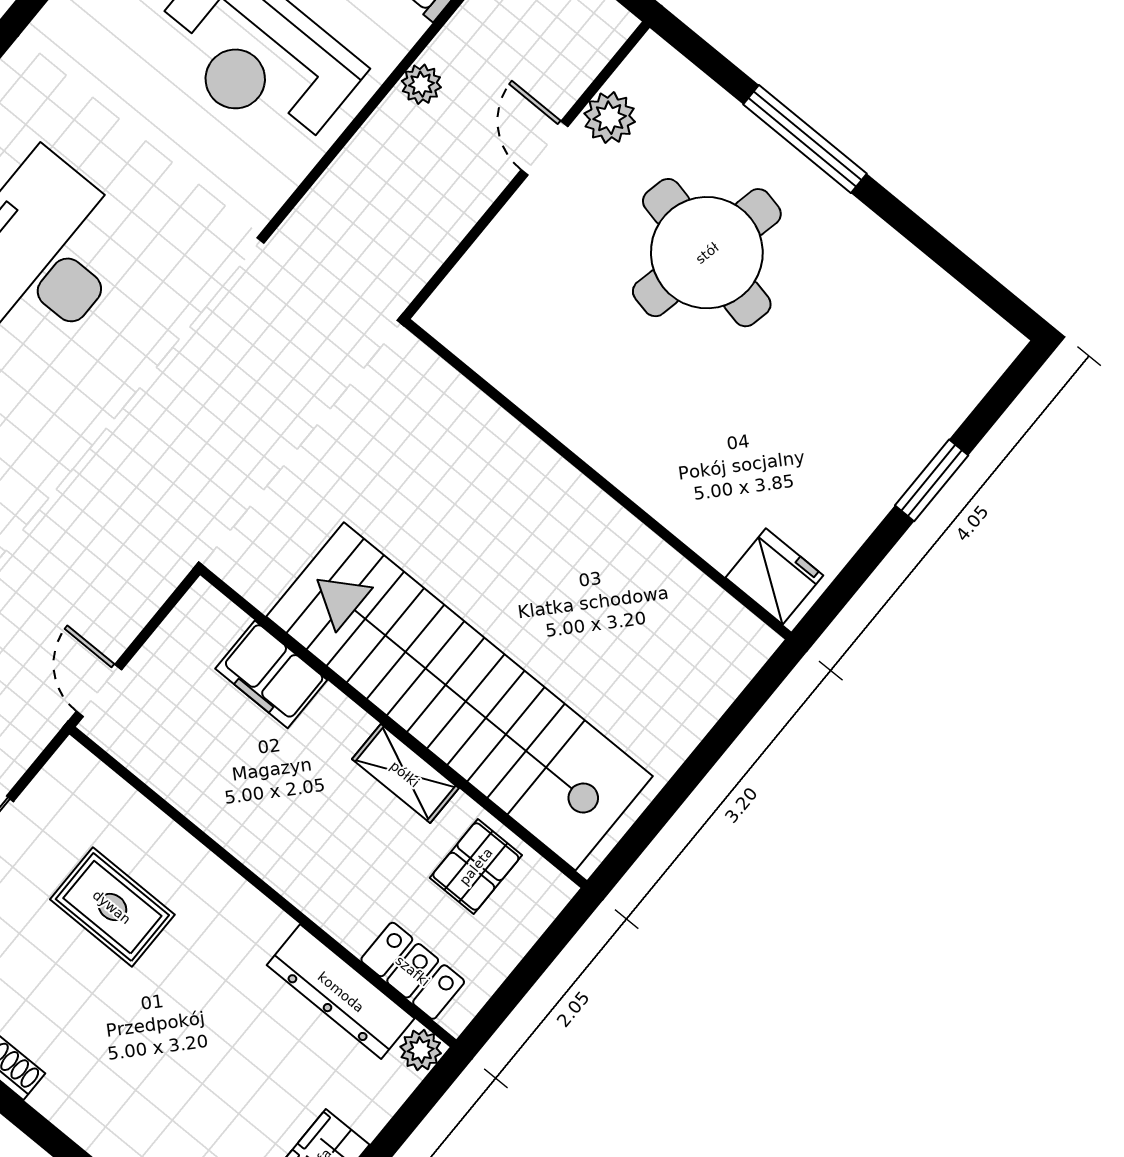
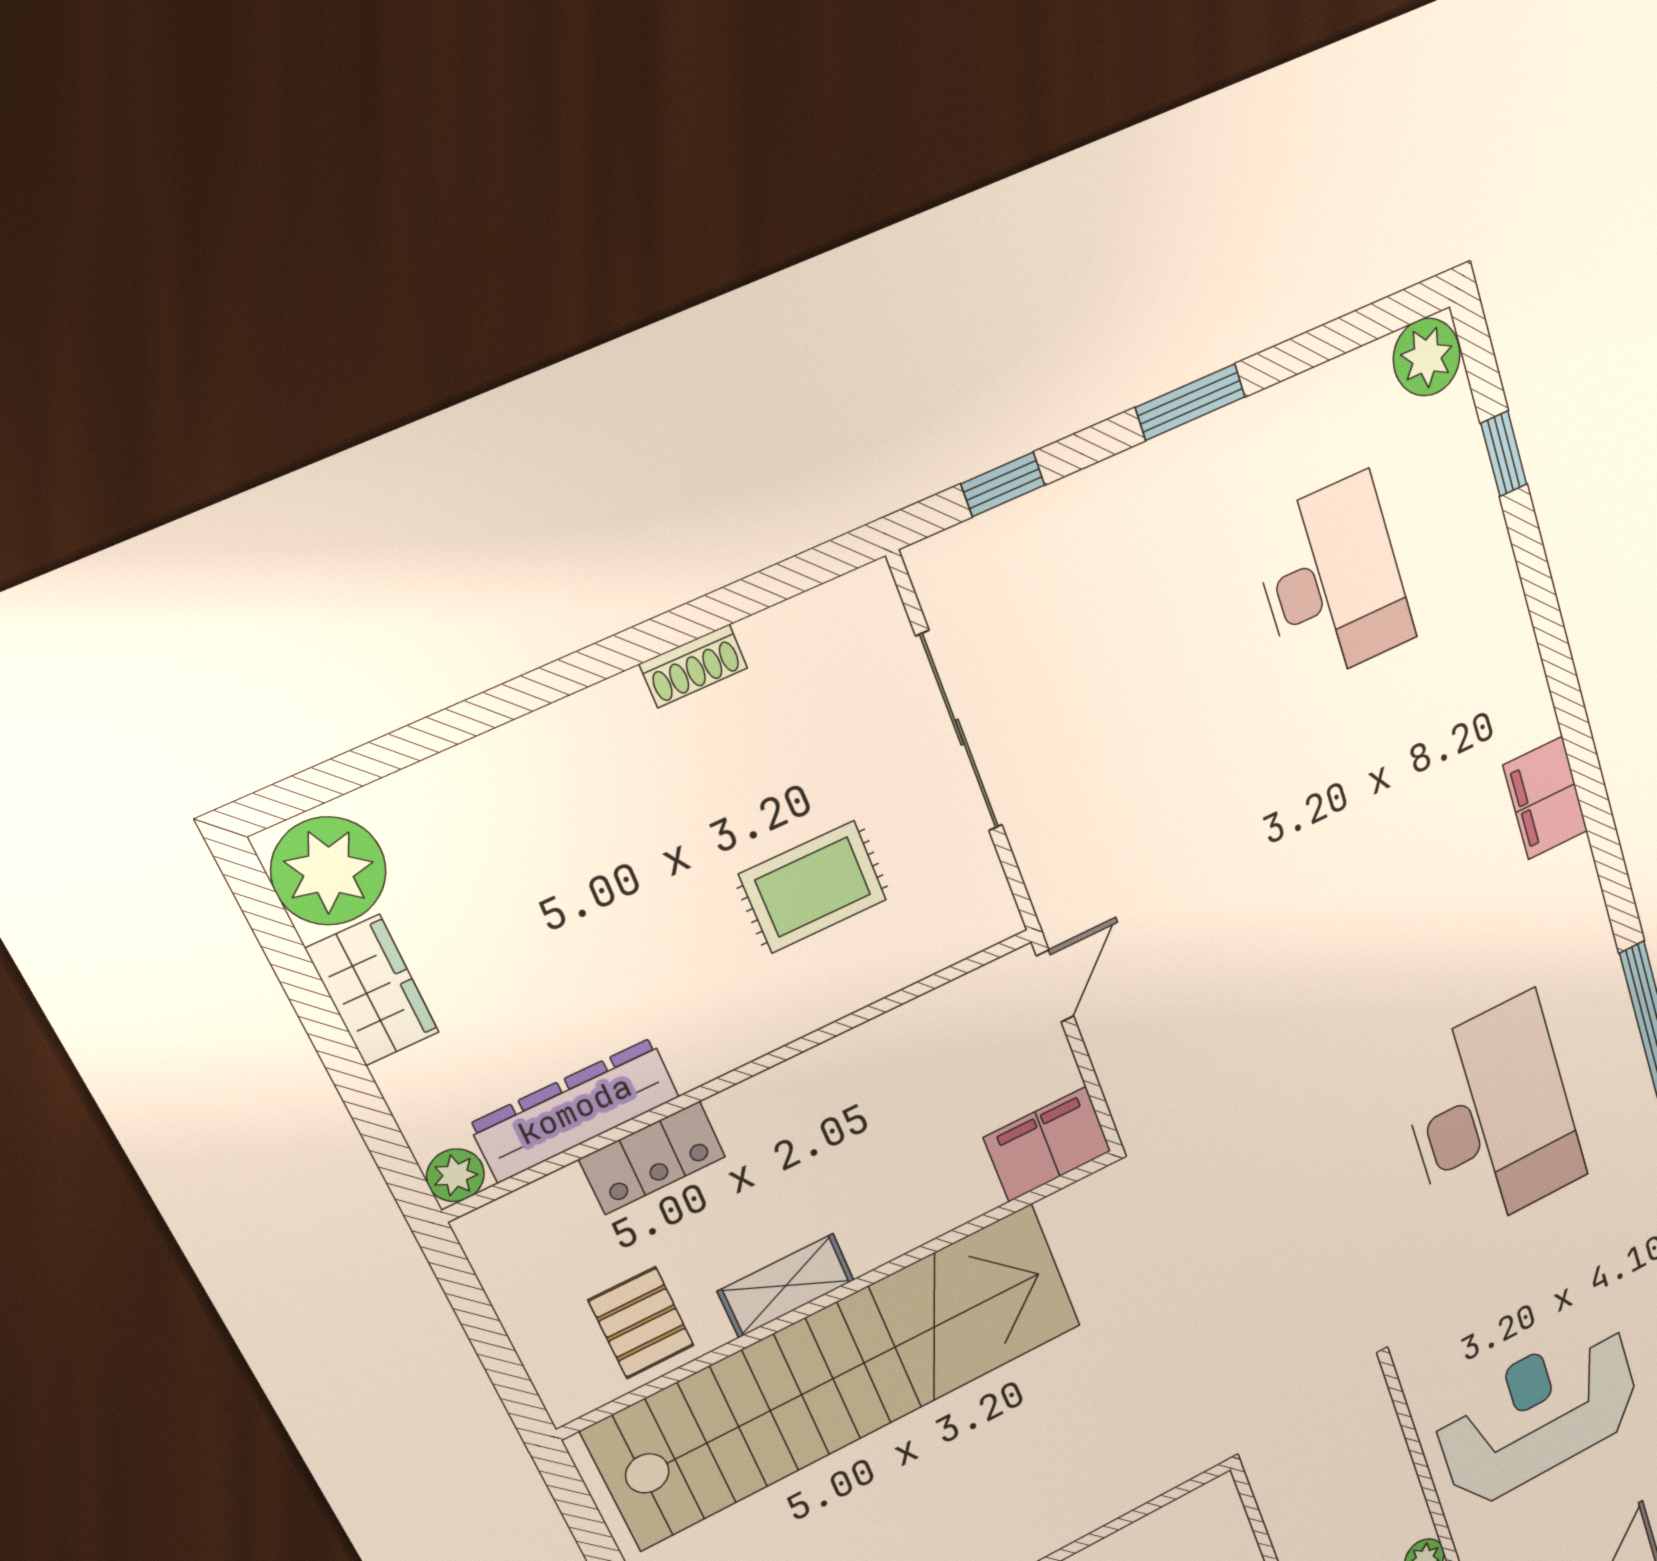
filing cabinet: (271, 674) -> (1048, 1144), moved
door: (99, 691) -> (1055, 986), hinge flipped
locker: (413, 971) -> (652, 1158), moved

